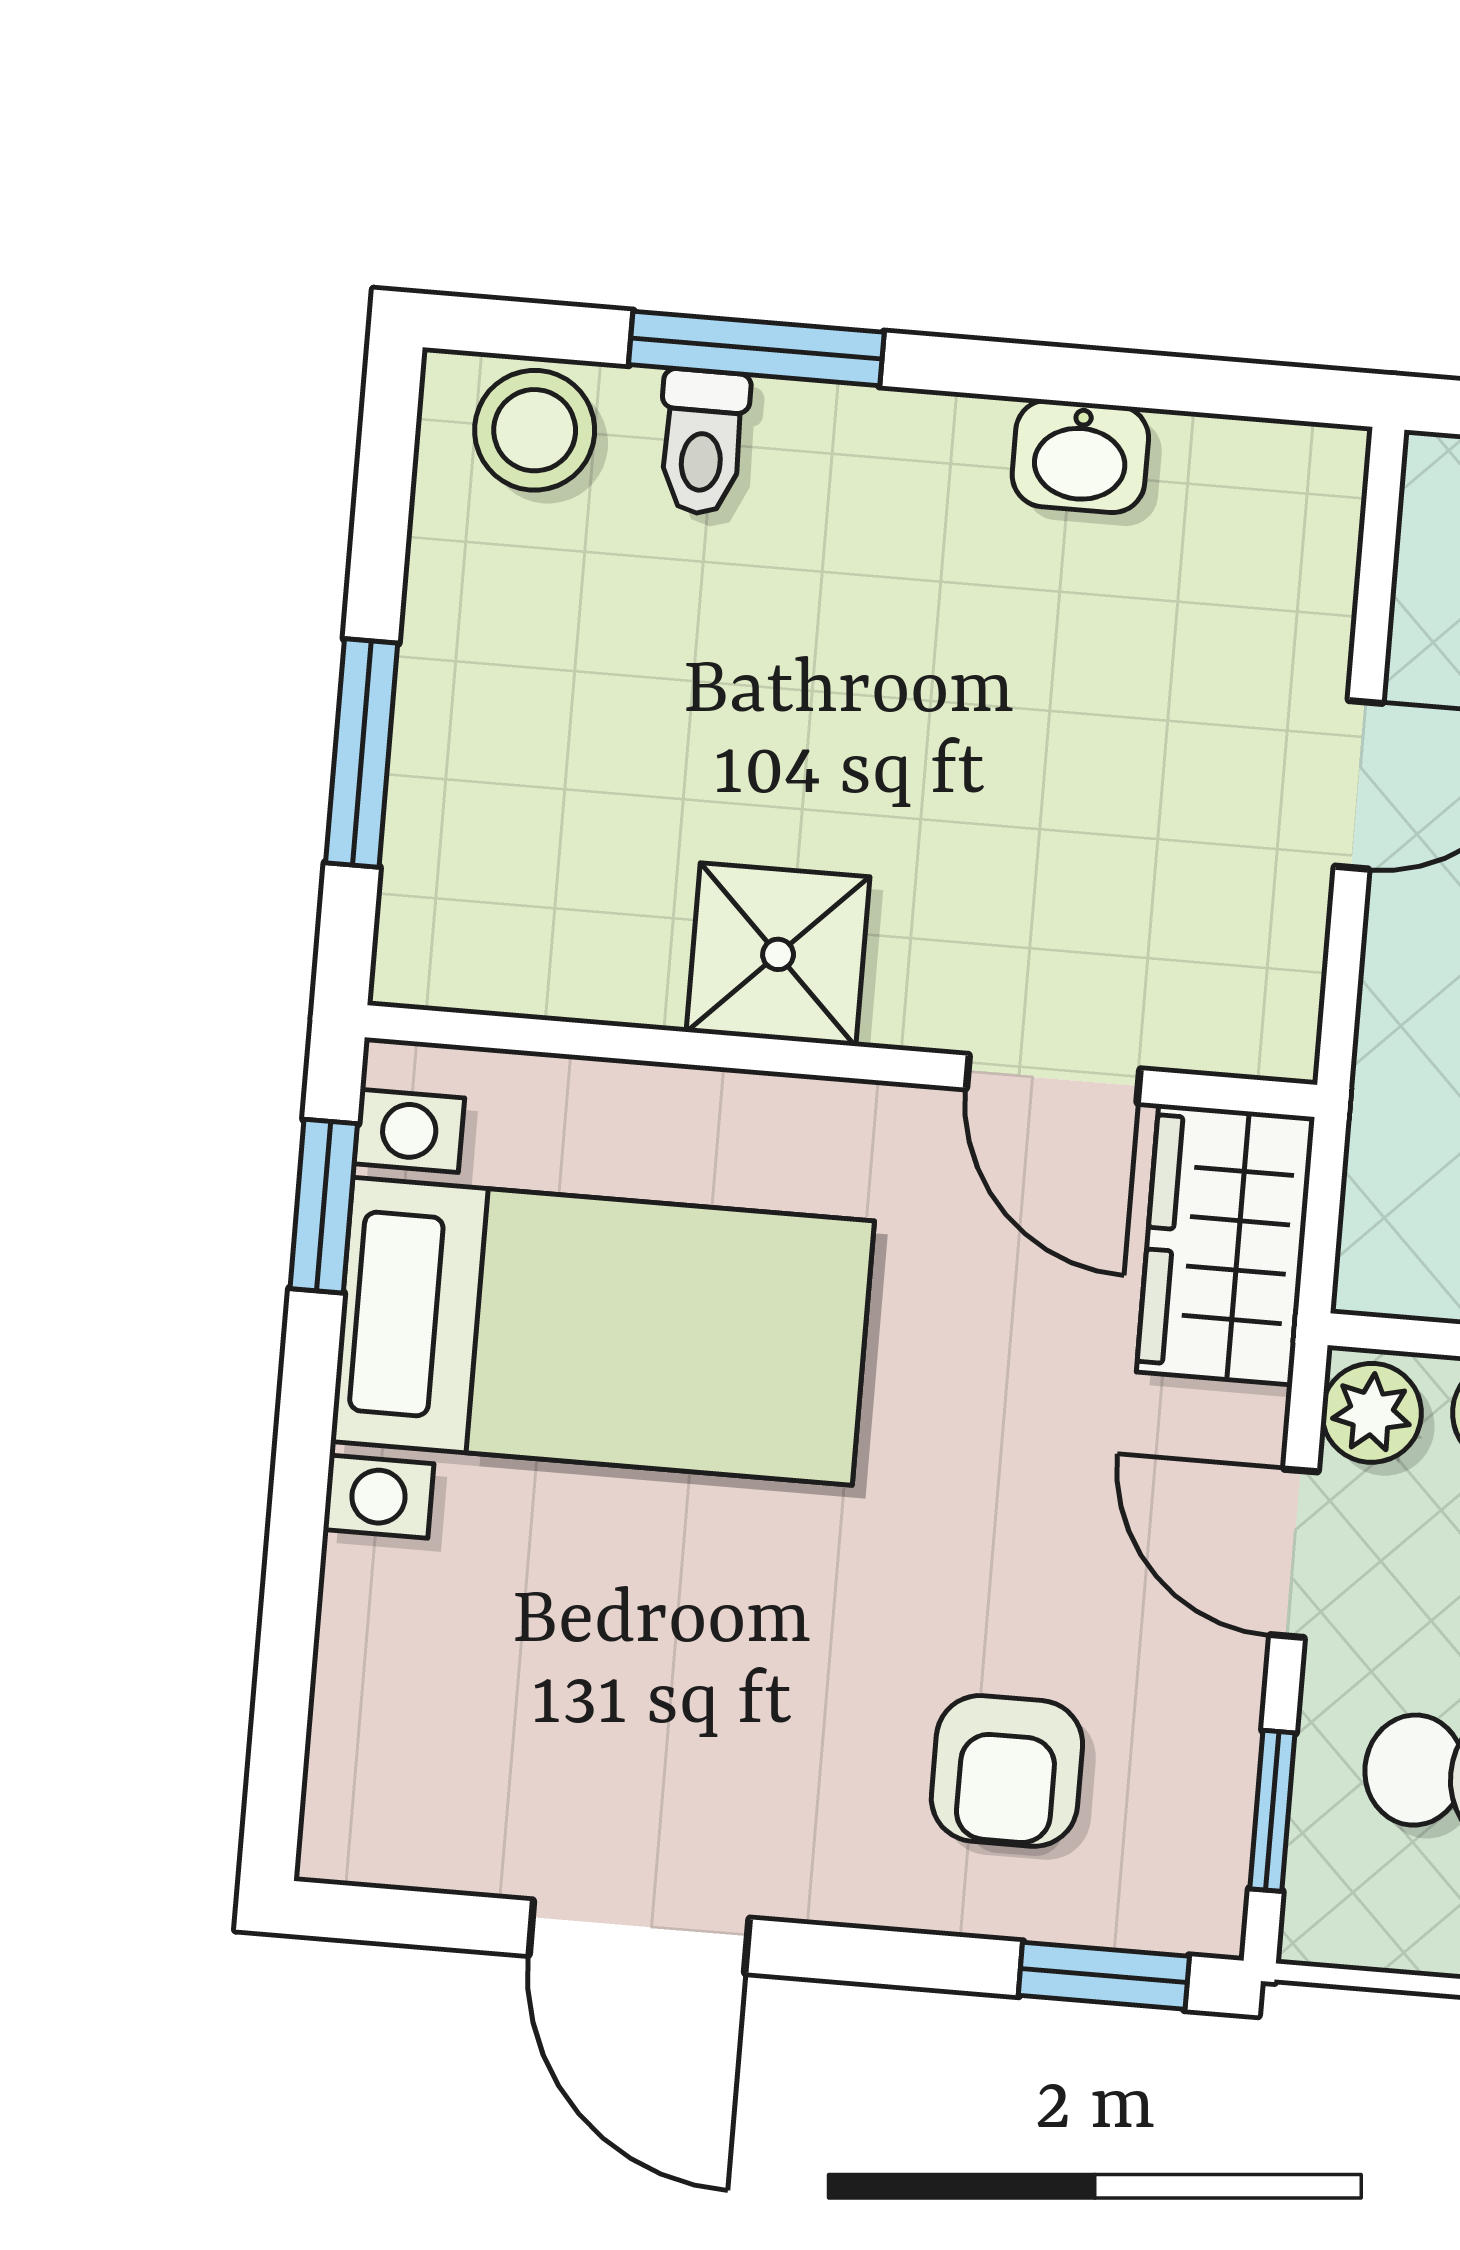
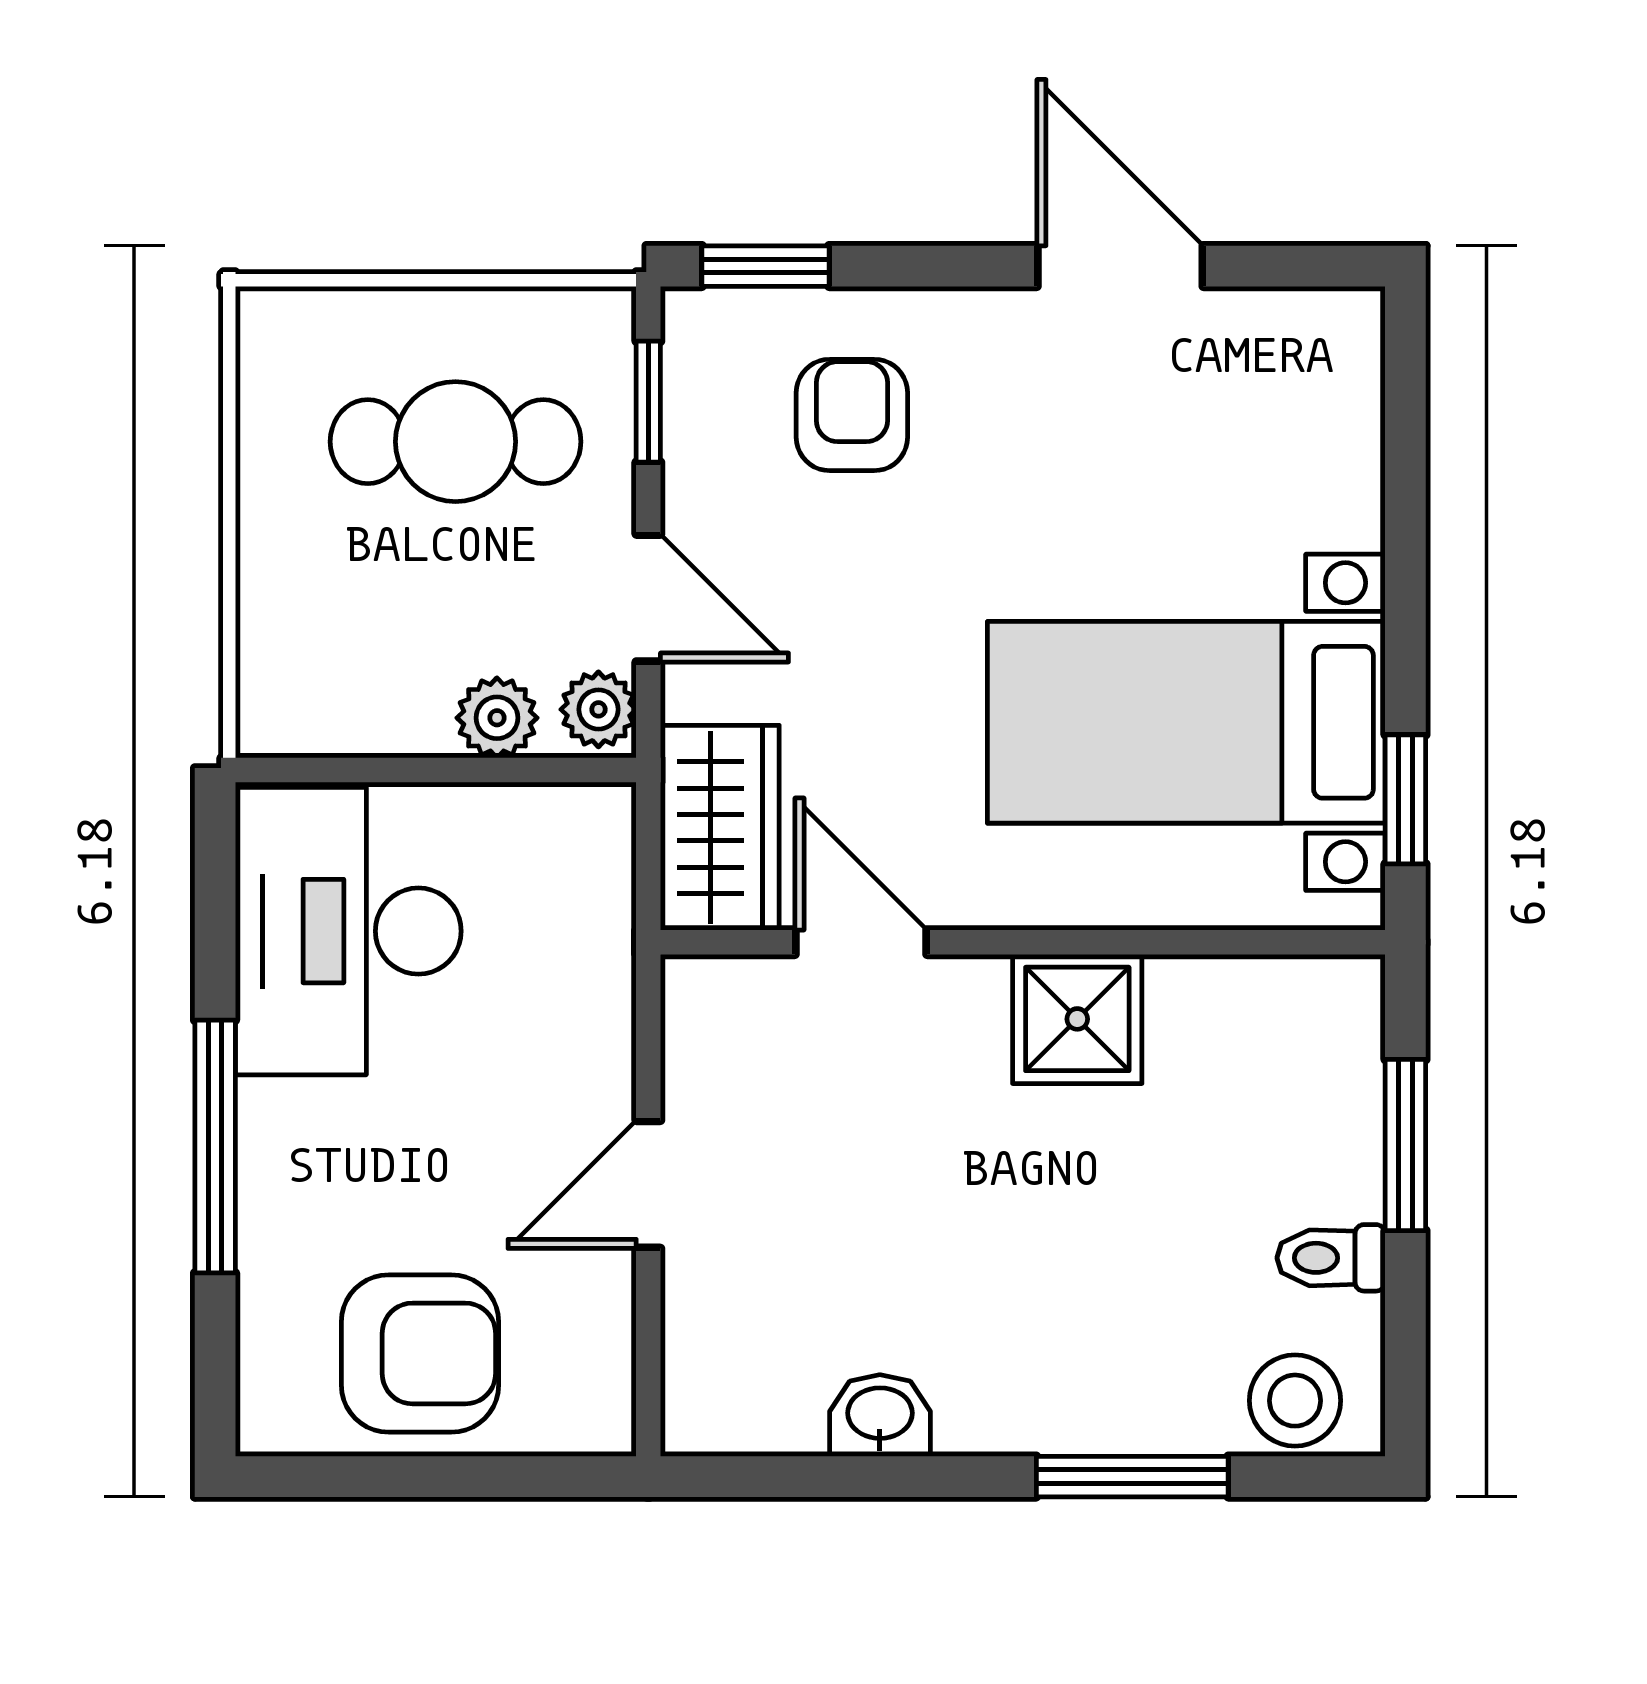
toilet: (702, 442) -> (1331, 1258), moved, turned -90

